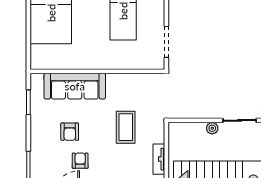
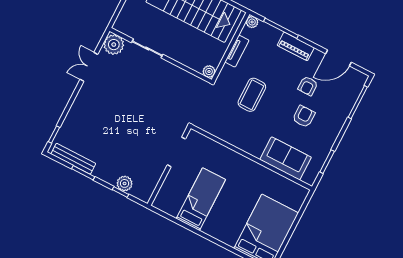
sofa: (75, 86) -> (286, 158), width x0.73
plant: (212, 128) -> (209, 72), moved

